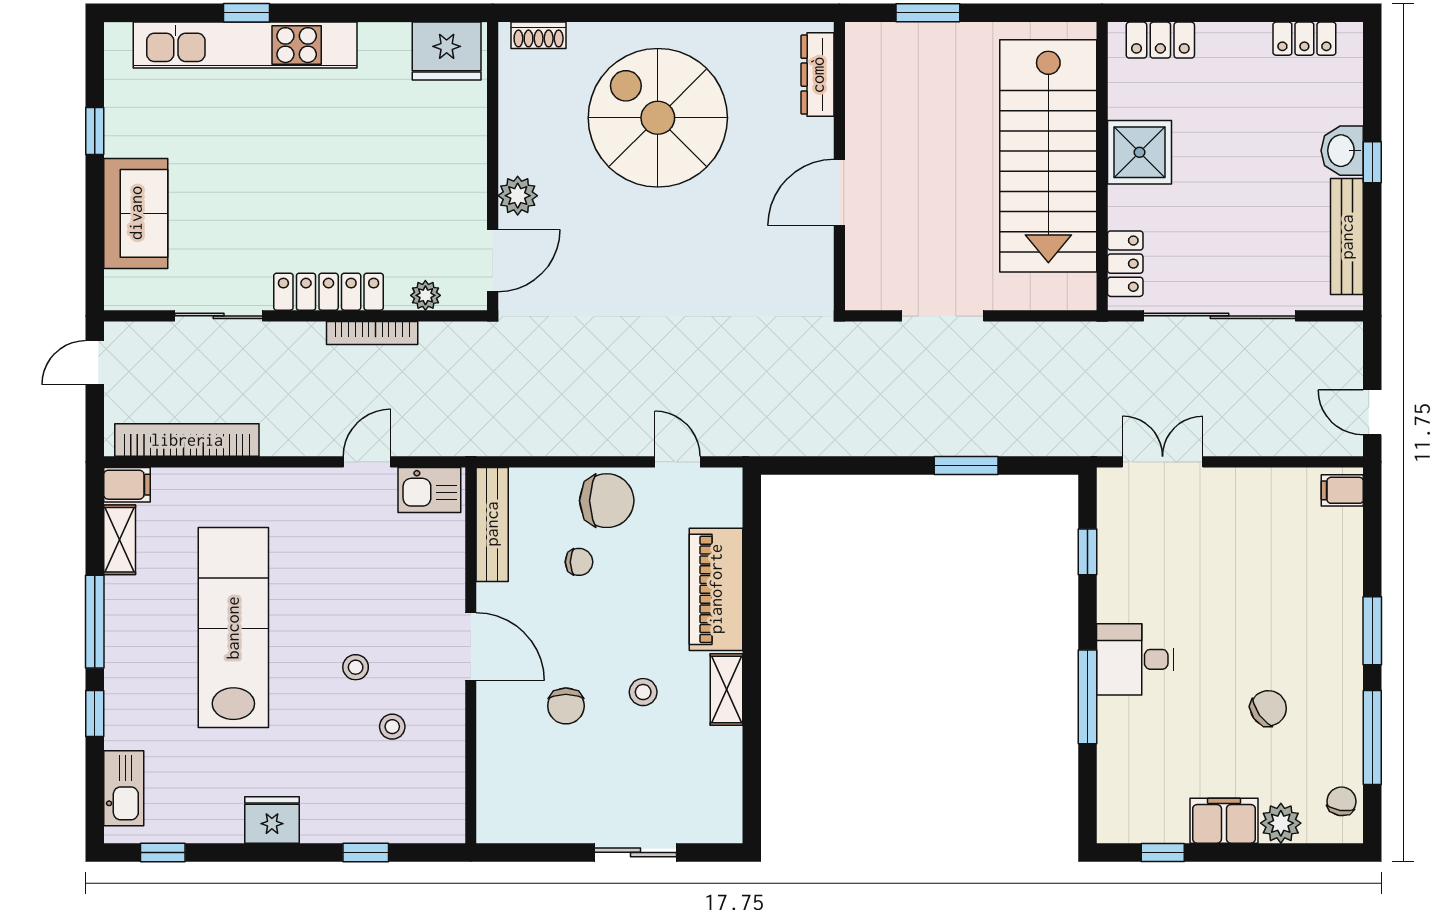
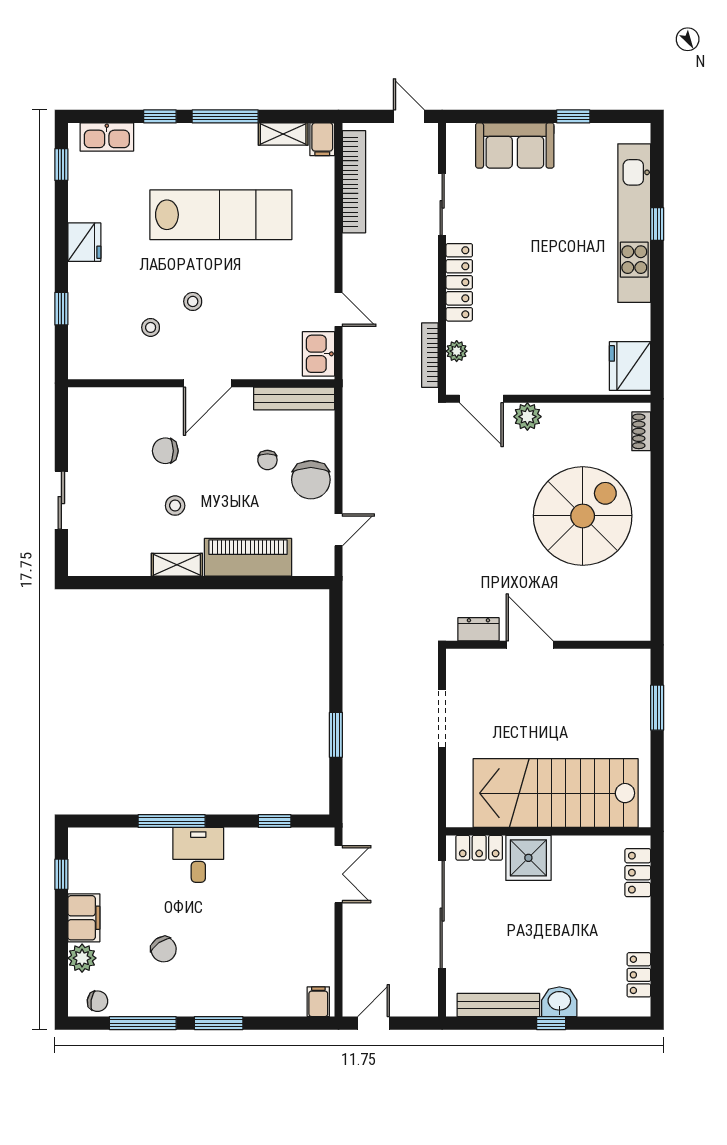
dresser: (818, 75) -> (478, 629), moved, width x0.70
shower: (1140, 152) -> (528, 858), moved
bookcase: (372, 333) -> (430, 355), moved

